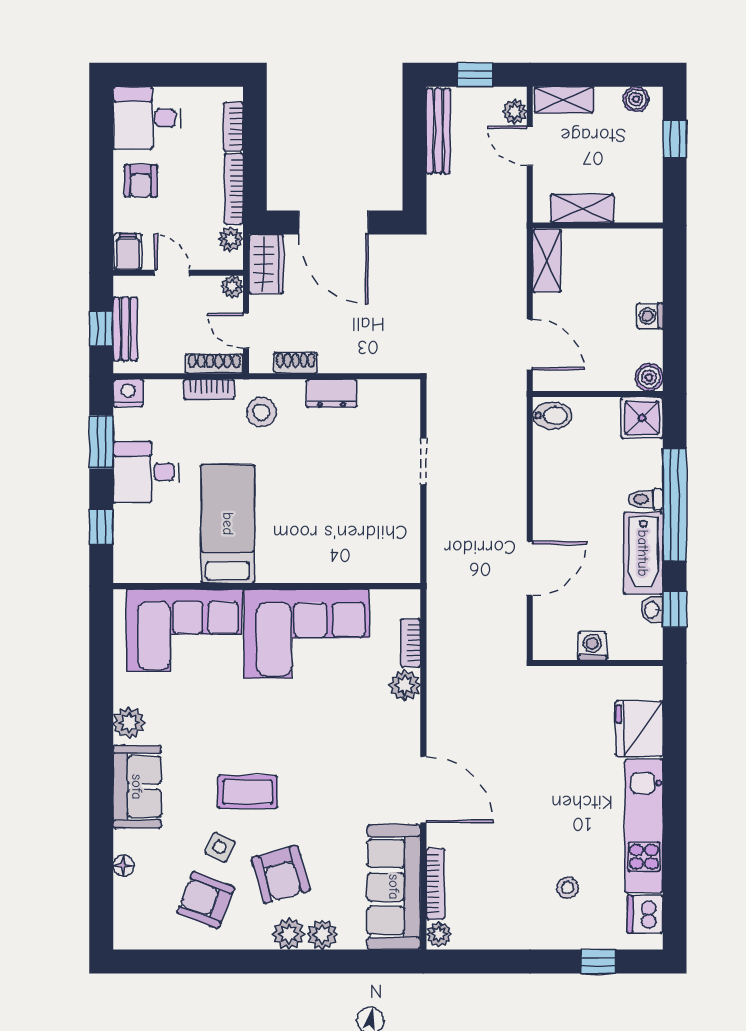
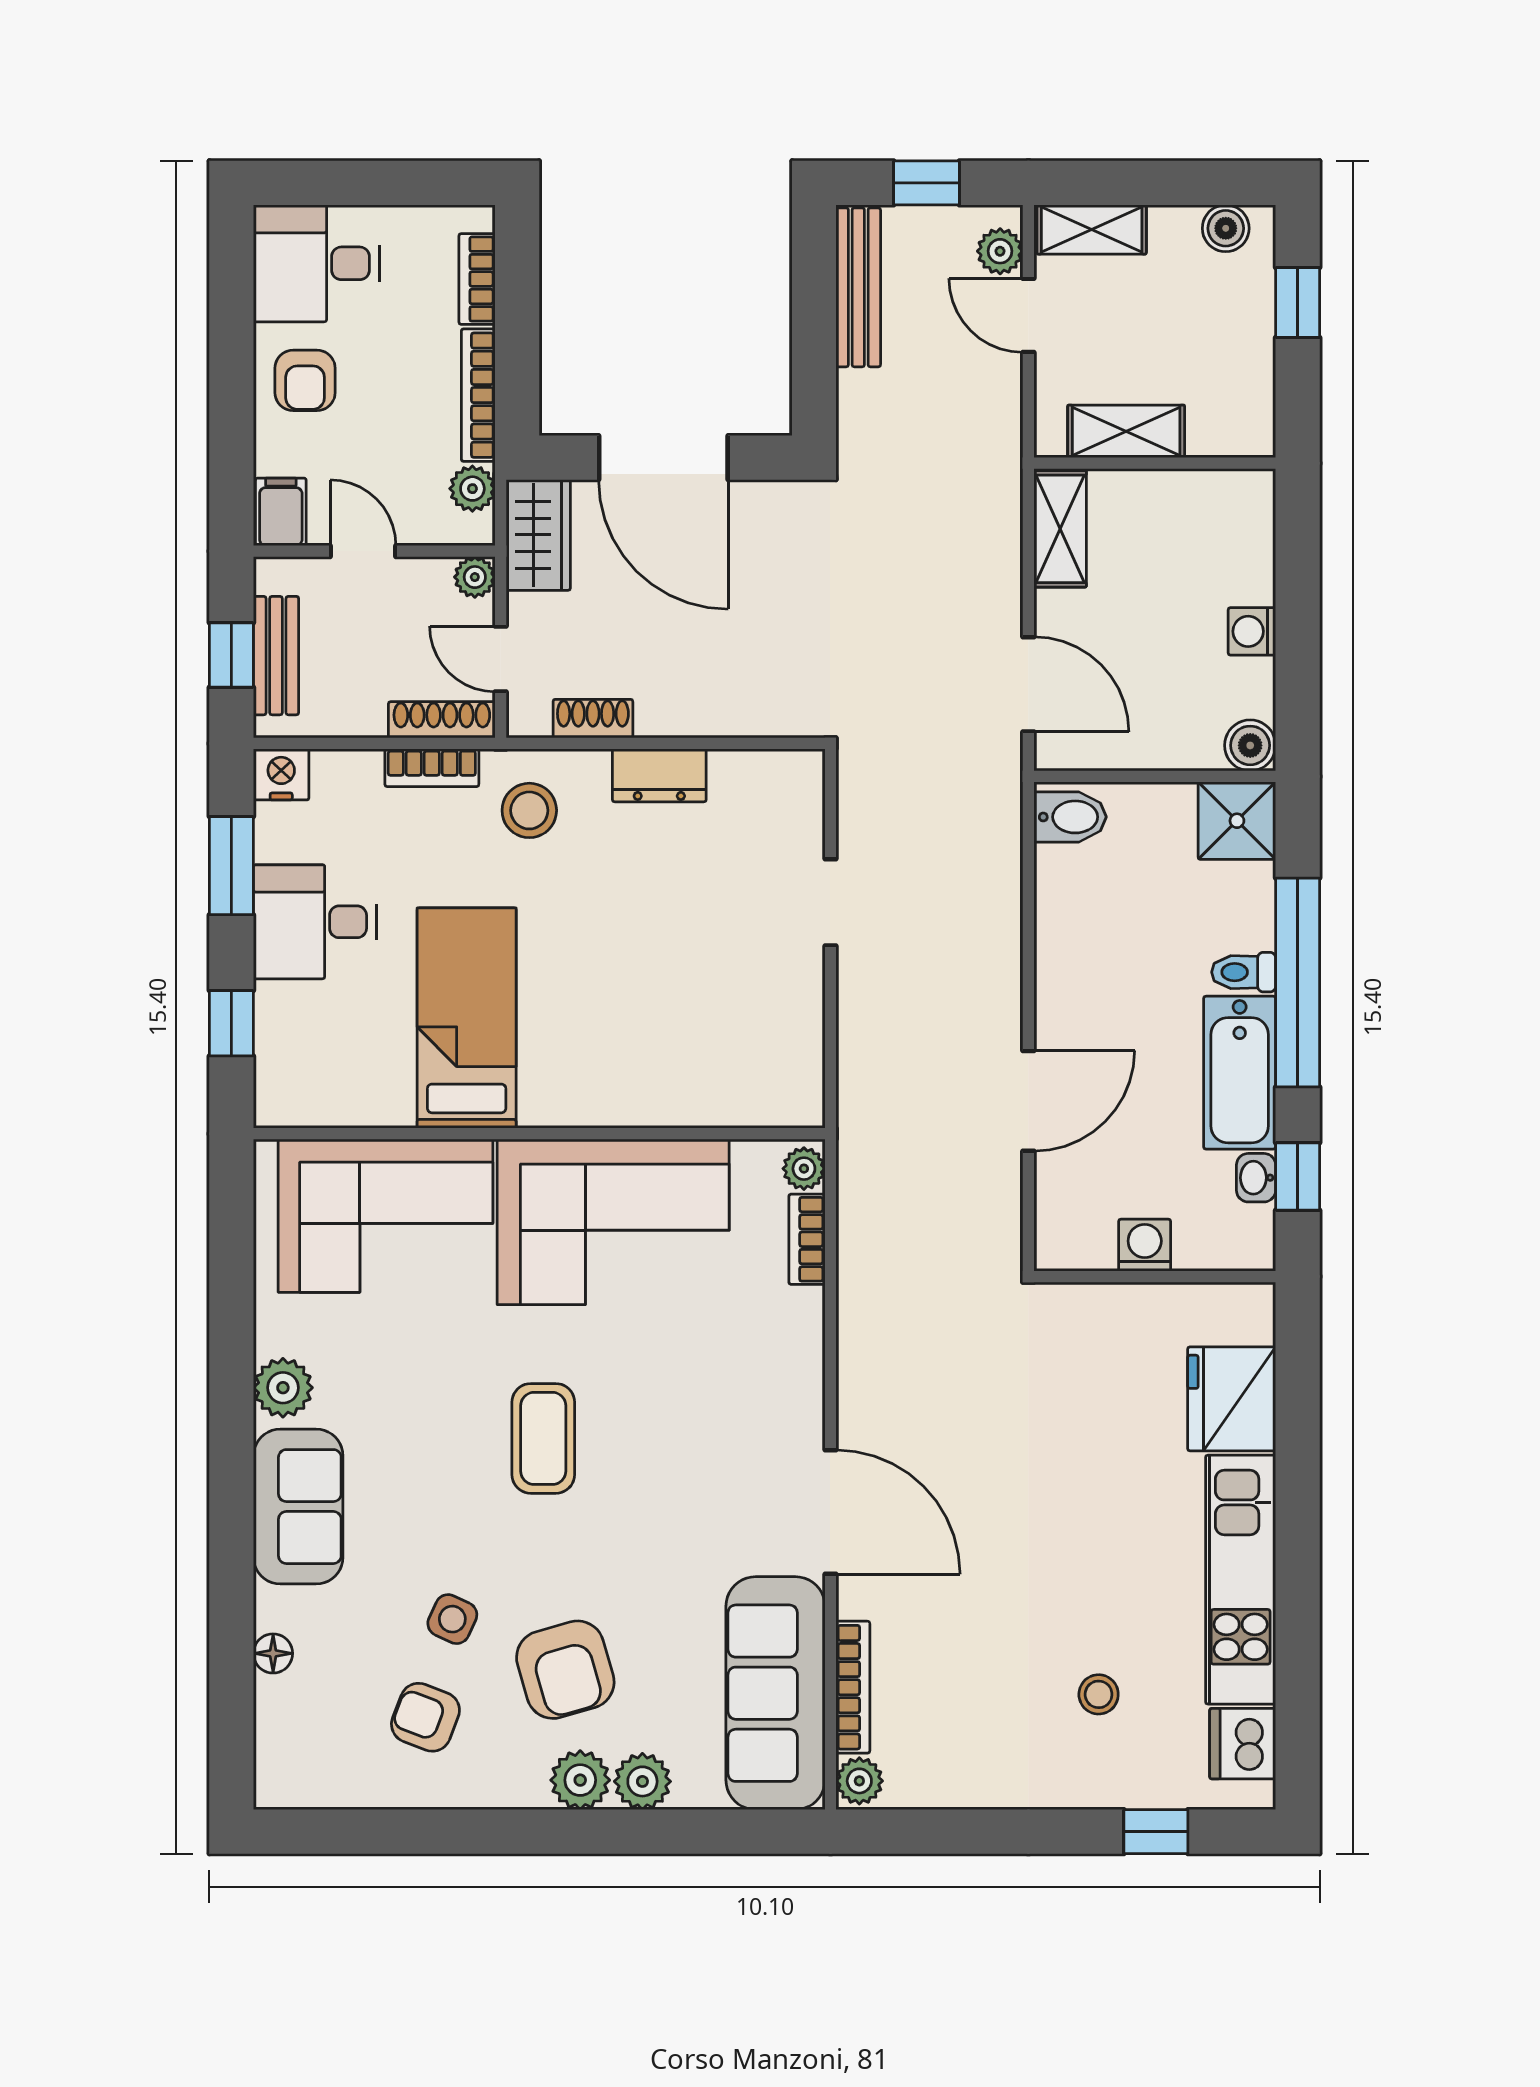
plant: (405, 685) -> (804, 1169), moved, width x0.73, depth x0.73
coffee table: (248, 792) -> (543, 1438), moved, turned 90
armchair: (206, 900) -> (425, 1717), width x0.72, depth x0.72

